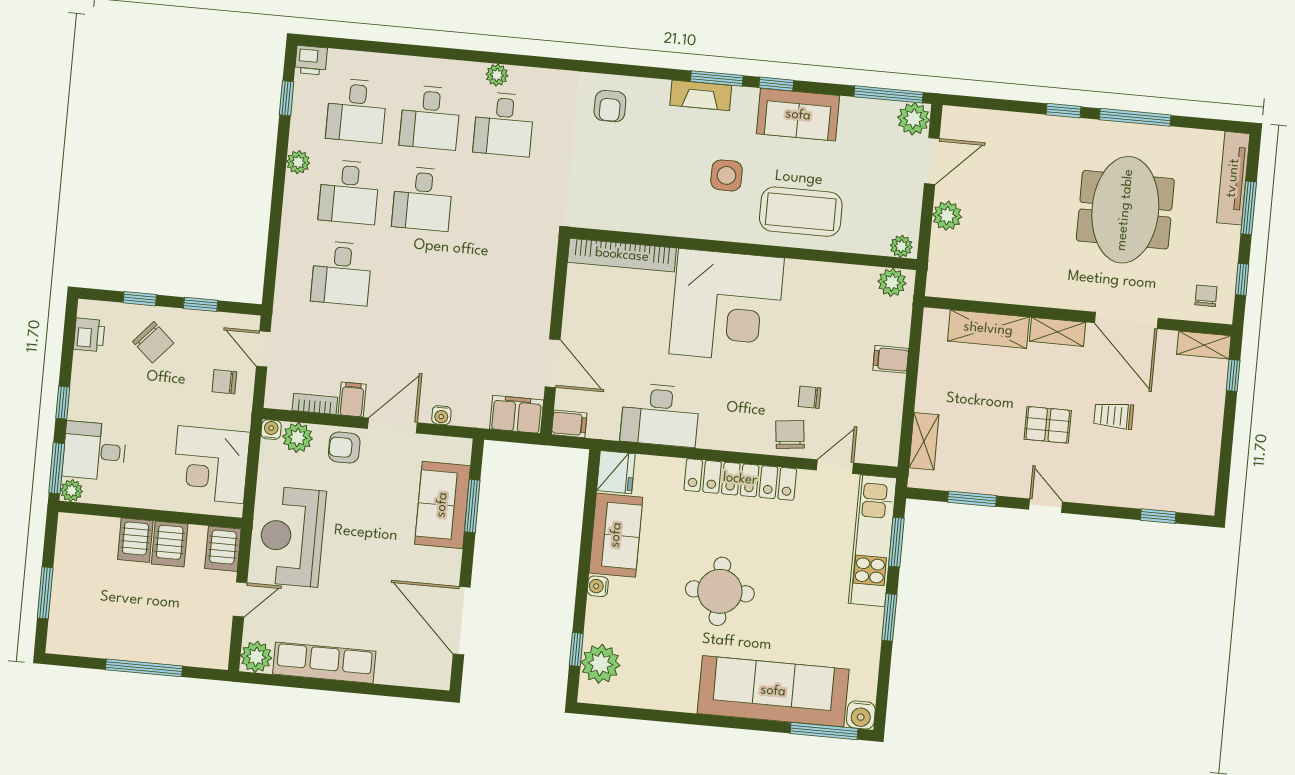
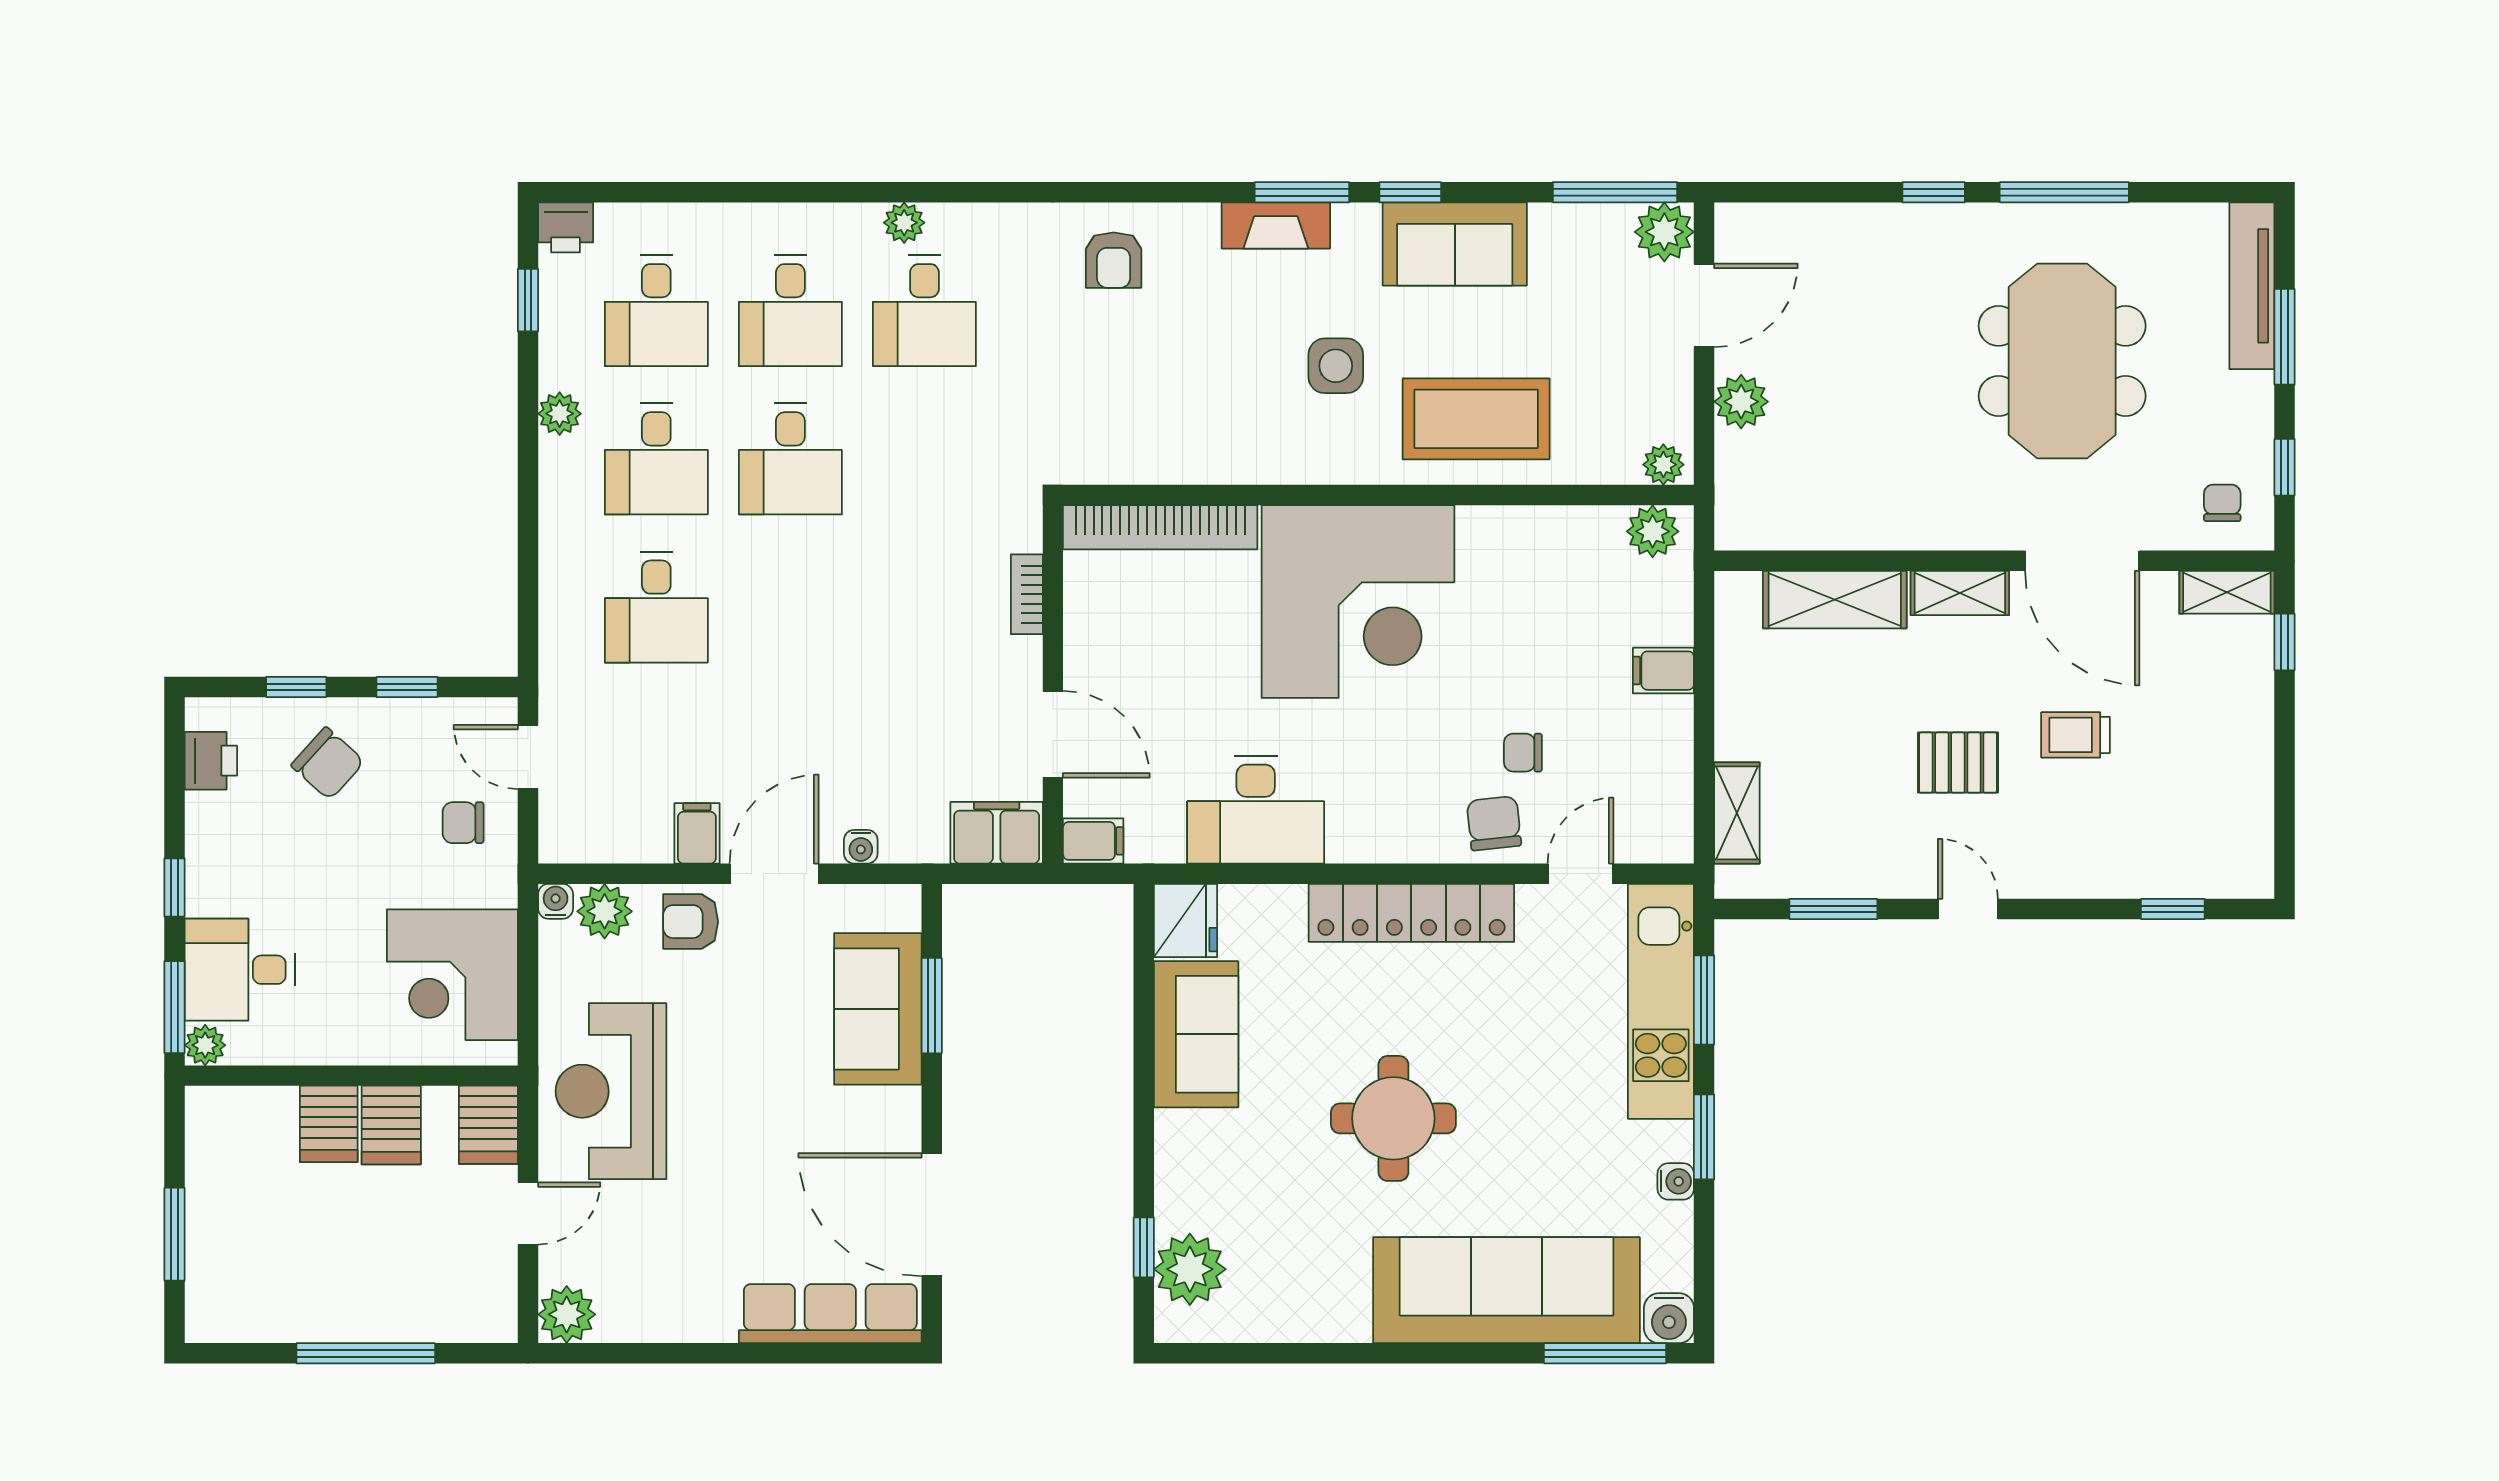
bookcase: (315, 404) -> (1027, 594), moved, turned -90
water cooler: (598, 586) -> (1676, 1181), moved, turned 180
row of seats: (324, 663) -> (830, 1314), moved

